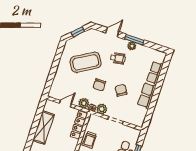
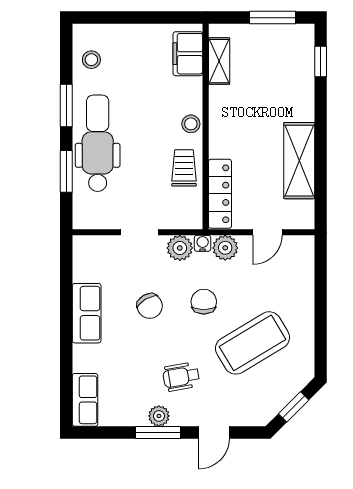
row of seats: (155, 73) -> (85, 400), moved

